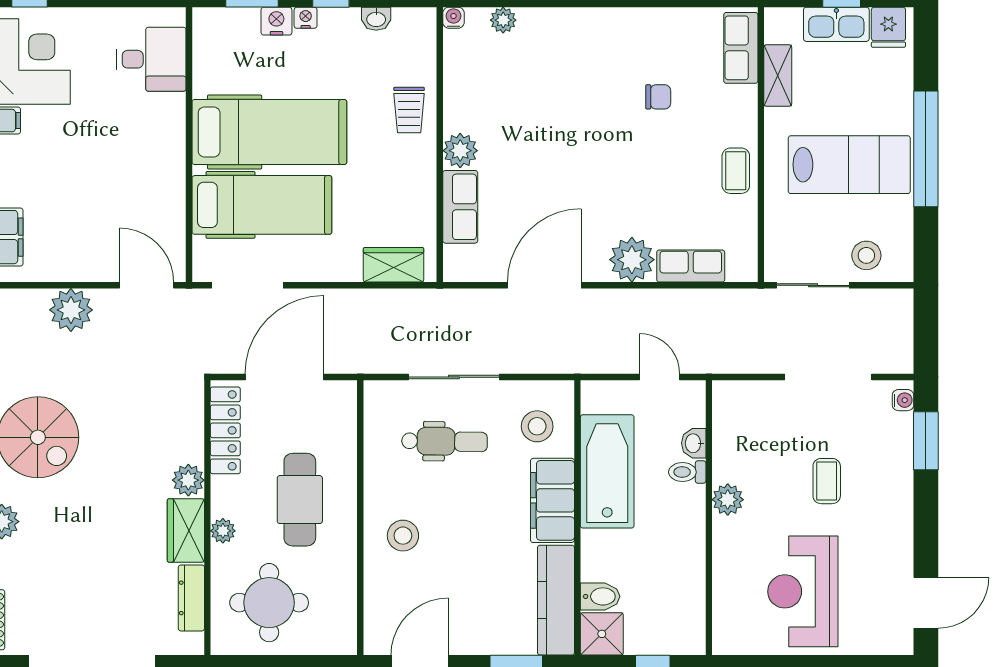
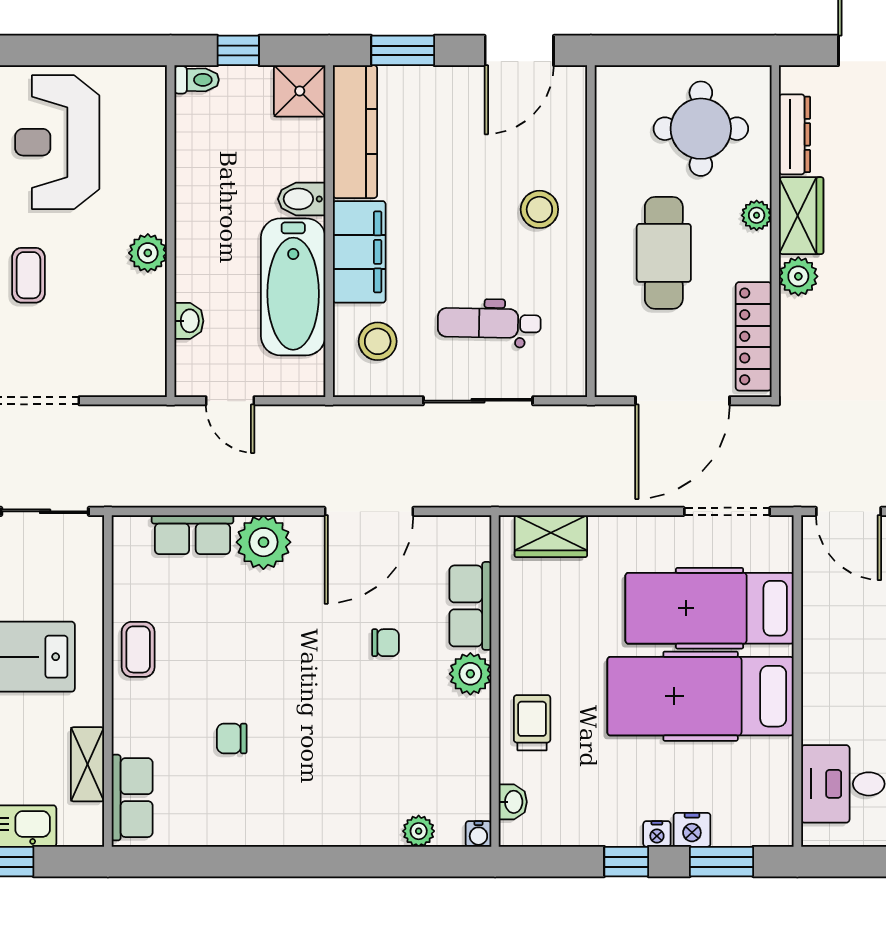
washbasin: (376, 19) -> (513, 802), moved, turned 90
chair: (531, 176) -> (385, 643), added
toilet: (687, 472) -> (197, 80), moved
reception desk: (803, 591) -> (57, 142), turned 180
bidet: (600, 596) -> (302, 199), moved

